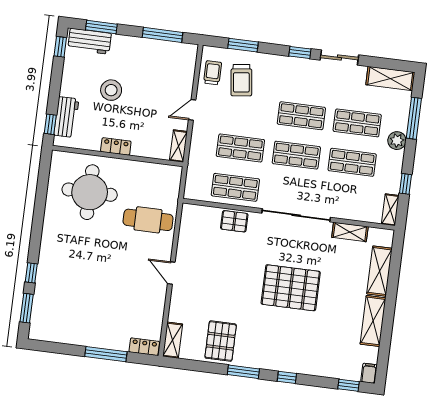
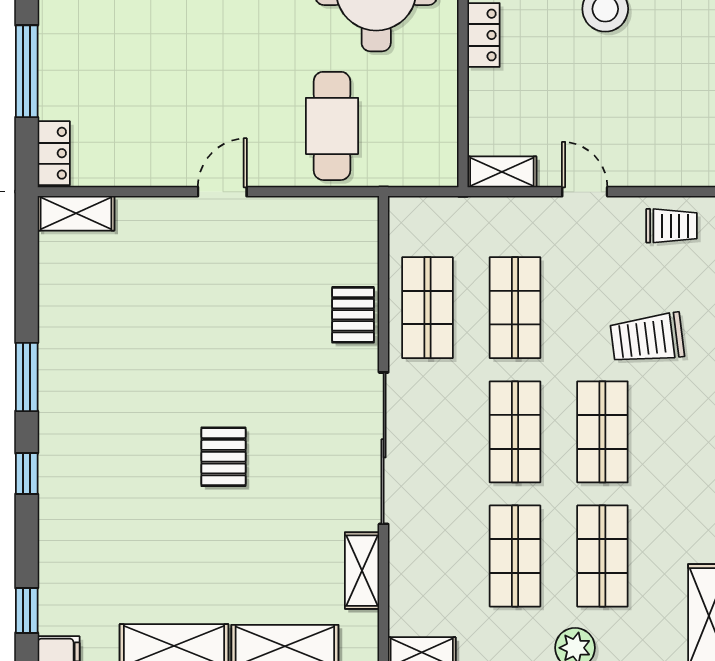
trolley: (241, 80) -> (647, 338), moved
pallet: (291, 288) -> (223, 457), width x0.49, depth x0.50
pallet: (221, 341) -> (87, 319), removed

